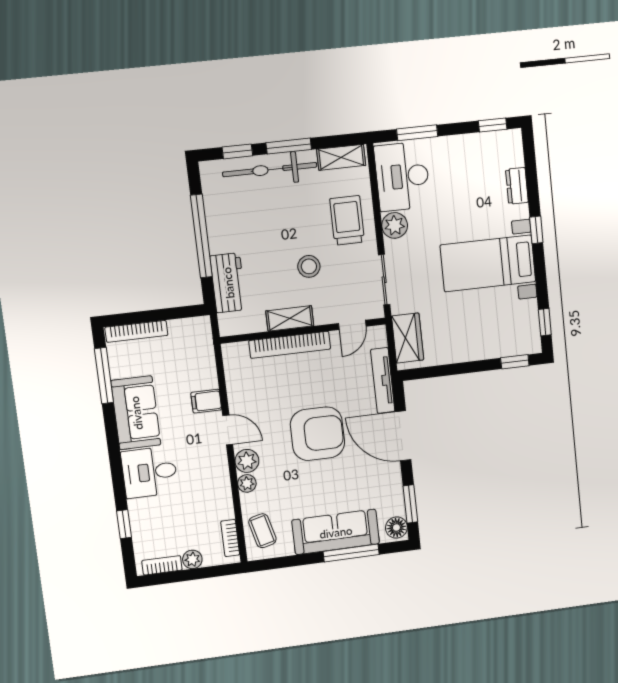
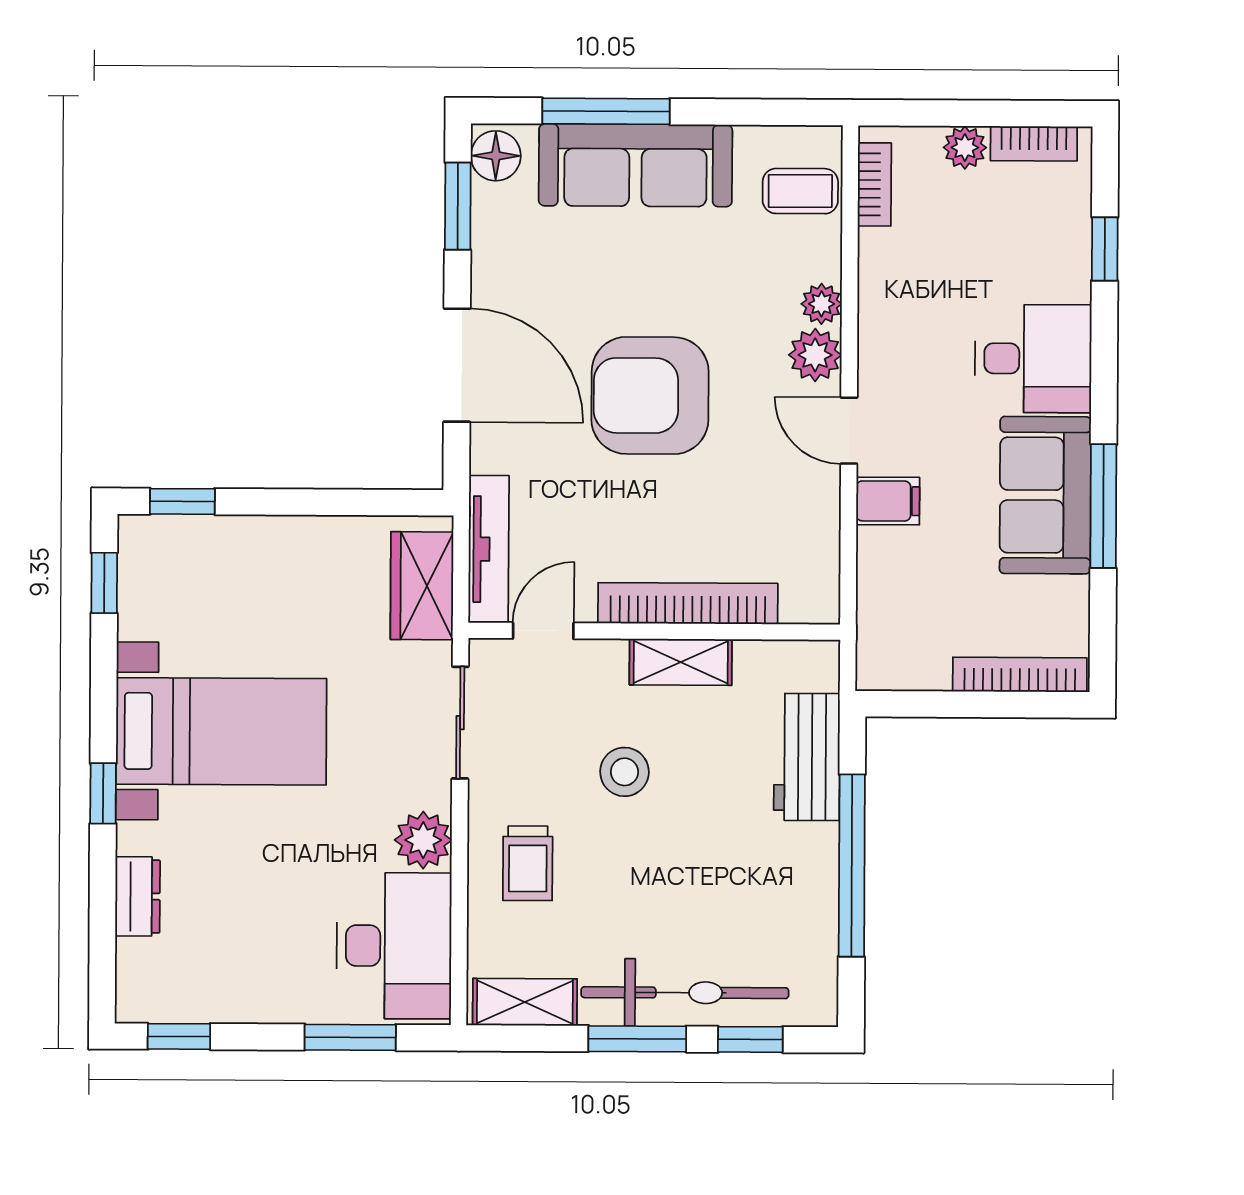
trolley: (347, 220) -> (528, 863), width x0.73, depth x0.72
window: (104, 376) -> (1103, 506), moved
tv unit: (383, 381) -> (489, 549), moved
coffee table: (262, 531) -> (800, 191), turned -76

